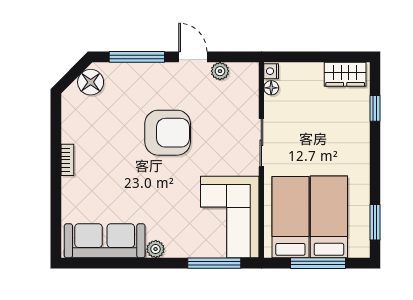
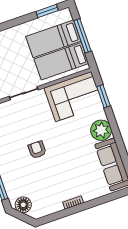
armchair: (168, 133) -> (37, 150), width x0.53, depth x0.53
plant: (156, 249) -> (101, 130), width x1.88, depth x1.88
window: (214, 263) -> (103, 96), width x0.69

